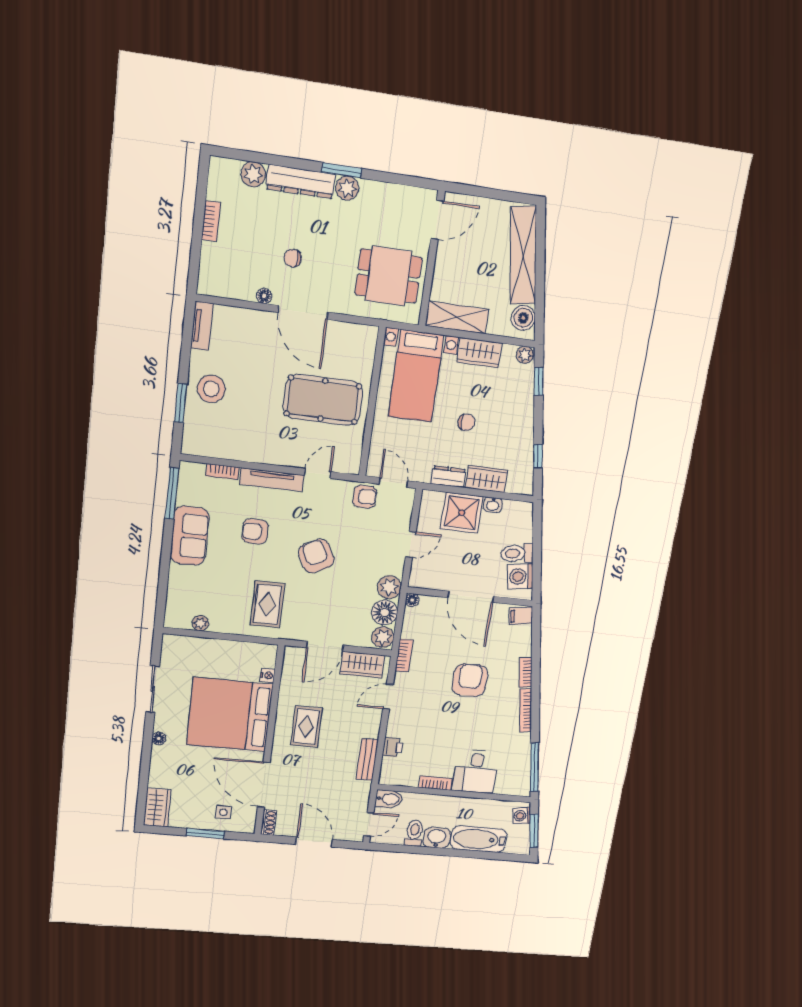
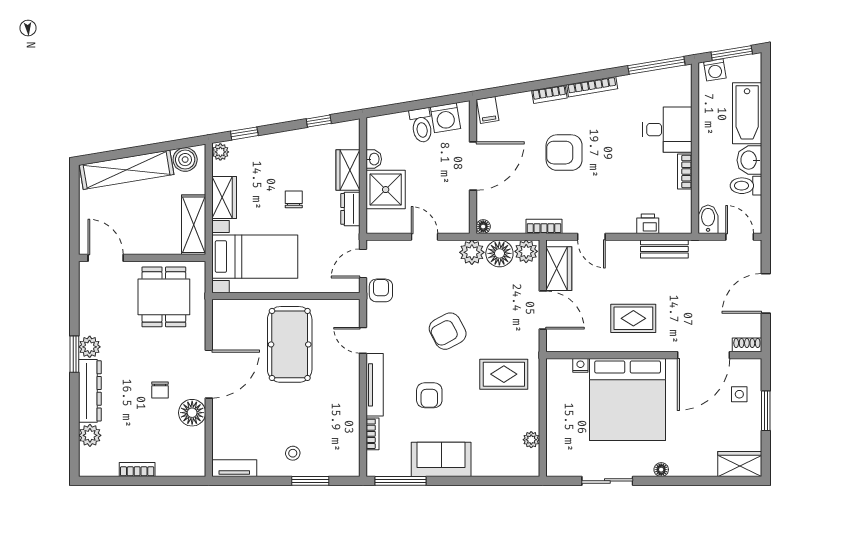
floor lamp: (264, 296) -> (192, 413), width x1.89, depth x1.89
stool: (211, 389) -> (293, 453), width x0.53, depth x0.53

